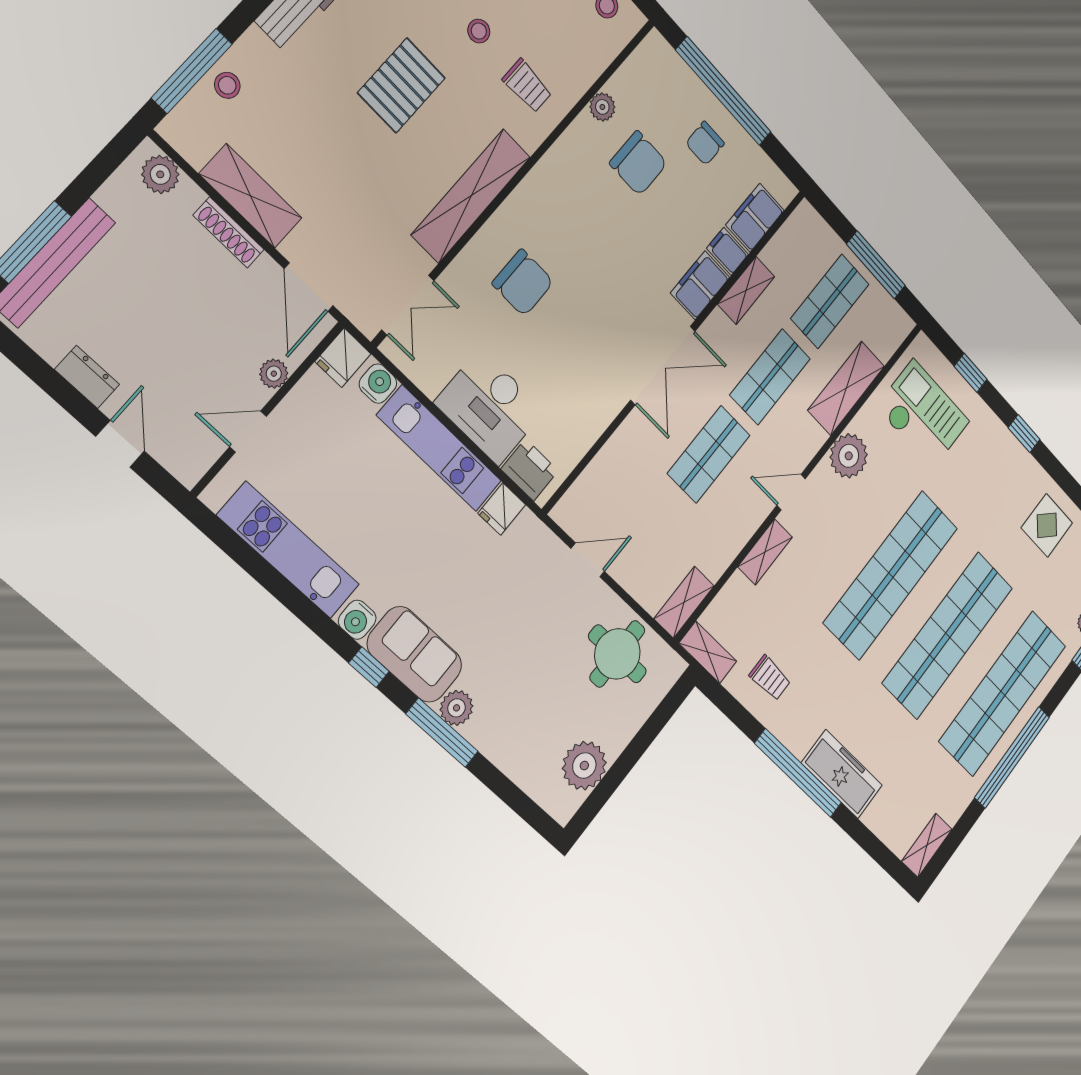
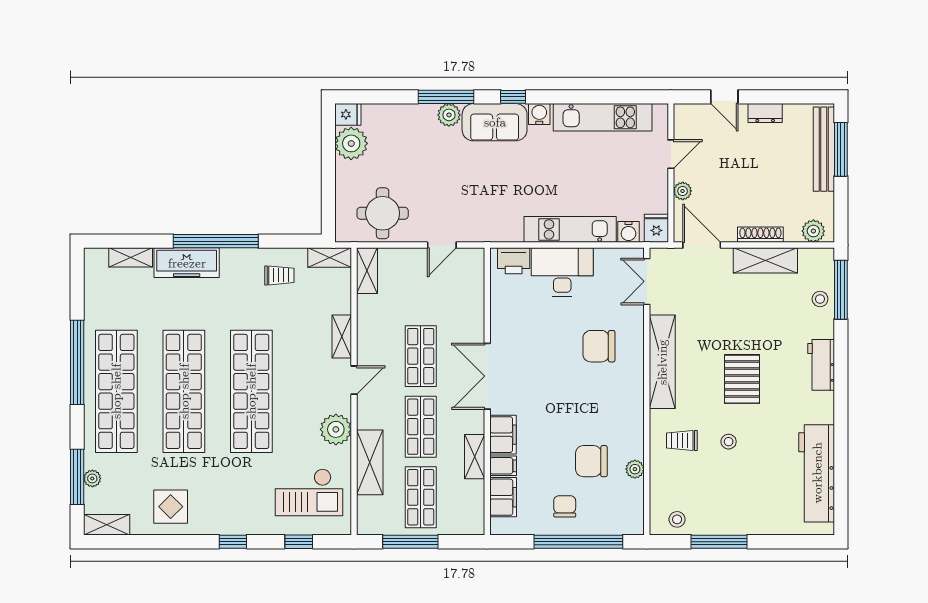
fridge: (502, 509) -> (348, 114), moved, turned 90
trolley: (770, 678) -> (279, 275), turned 180
shelving: (927, 845) -> (131, 257), moved, turned 90

